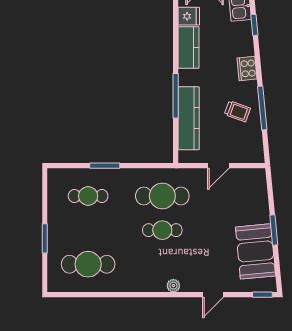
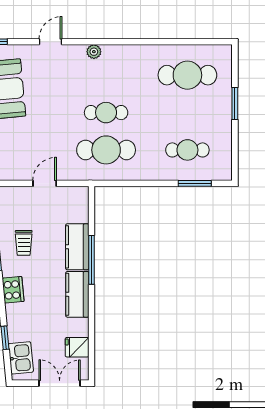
kitchen counter: (189, 47) -> (77, 294), moved
trolley: (237, 111) -> (24, 243), turned -110
kitchen counter: (189, 118) -> (77, 247), width x0.67
window: (105, 166) -> (195, 183), moved

